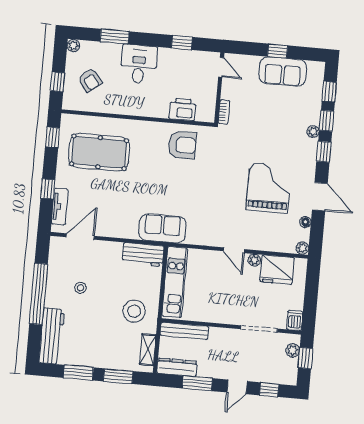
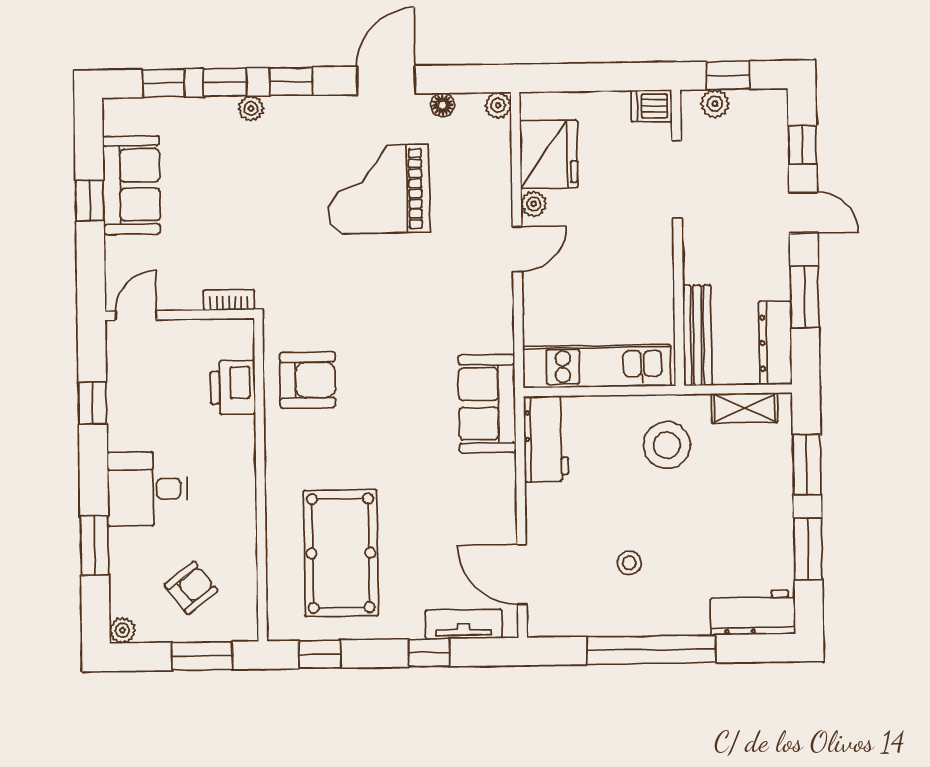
window: (57, 82) -> (202, 656), width x1.50
armchair: (182, 145) -> (308, 380), turned 90
workbench: (52, 336) -> (753, 613), width x0.73

